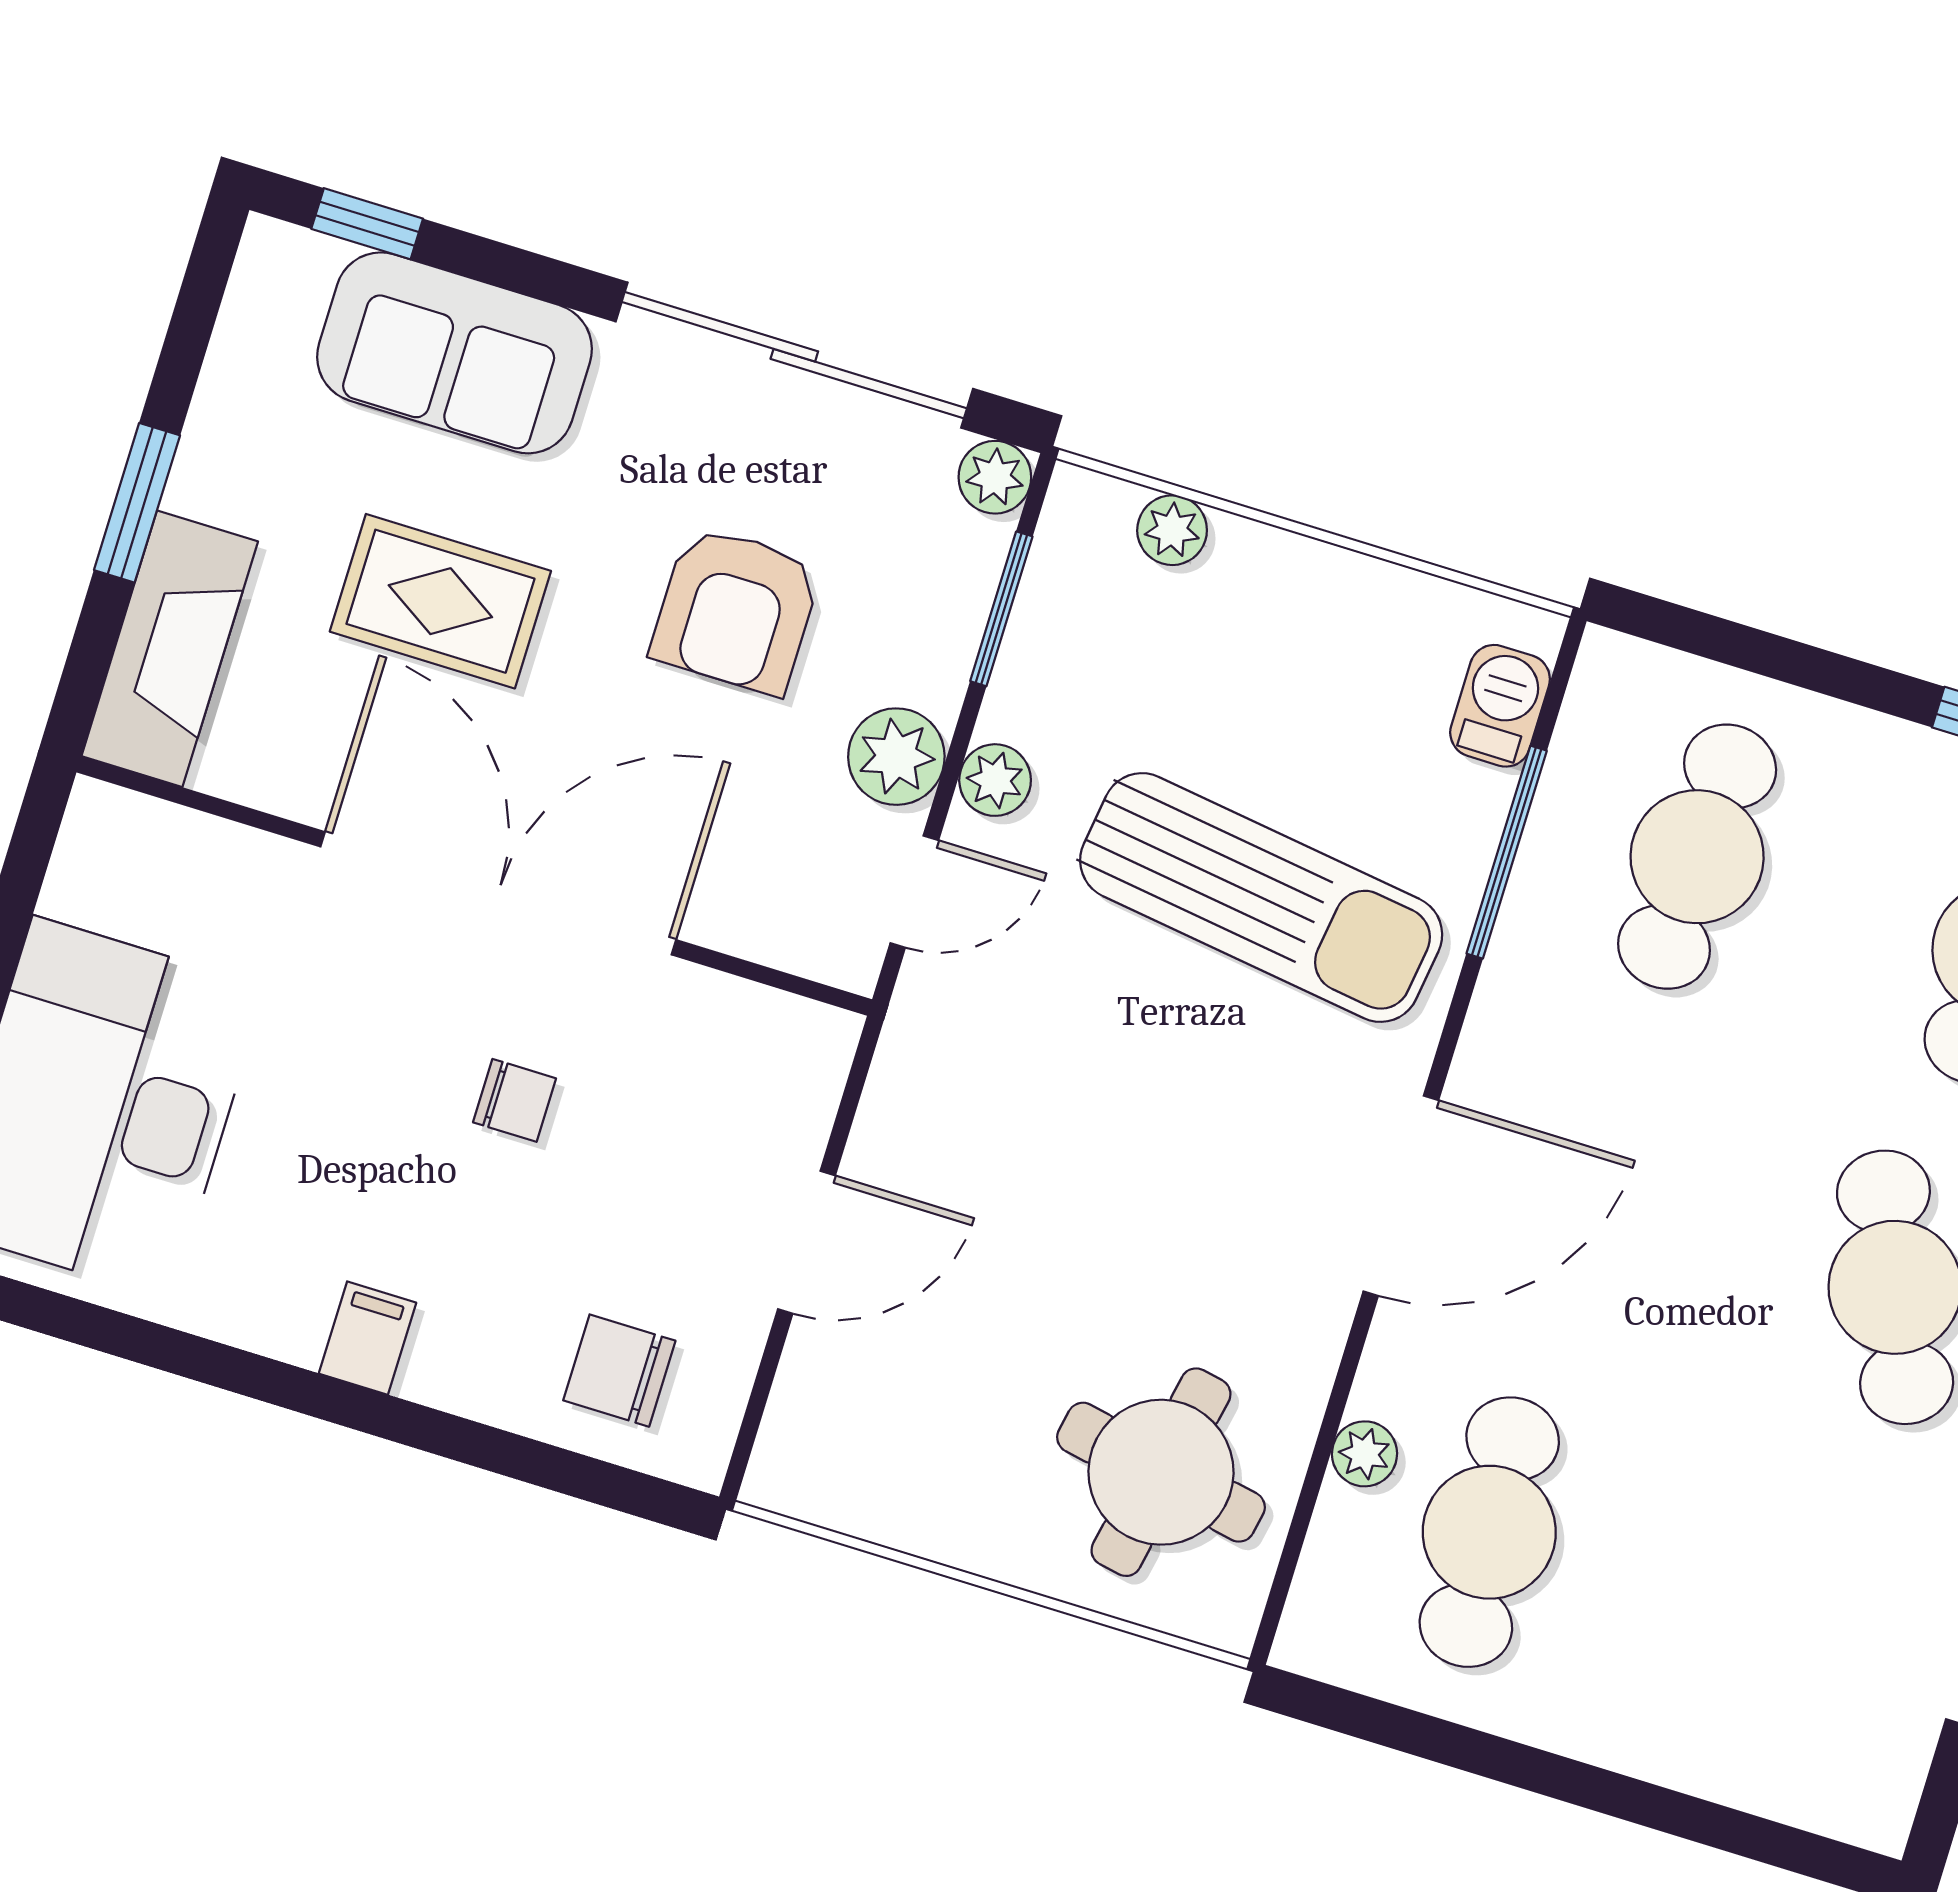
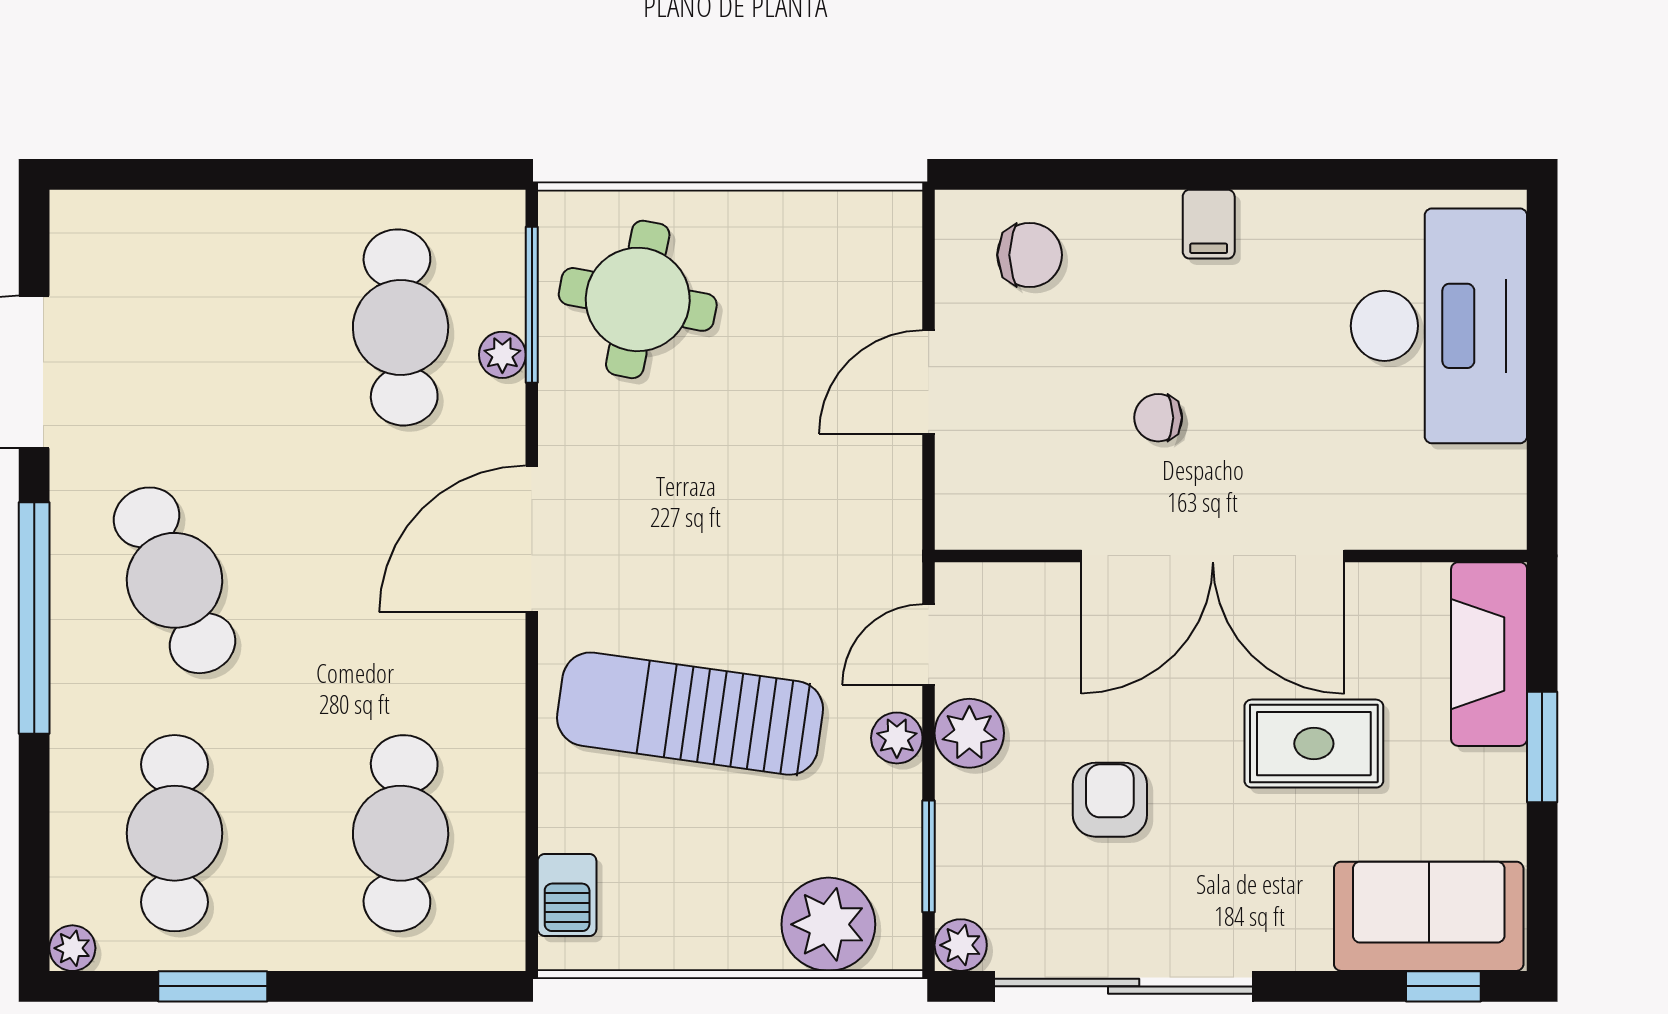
sofa: (454, 353) -> (1429, 916), moved
plant: (1172, 530) -> (828, 924), width x1.88, depth x1.88
armchair: (736, 610) -> (1110, 800), width x0.72, depth x0.72
window: (1507, 852) -> (532, 305), moved

